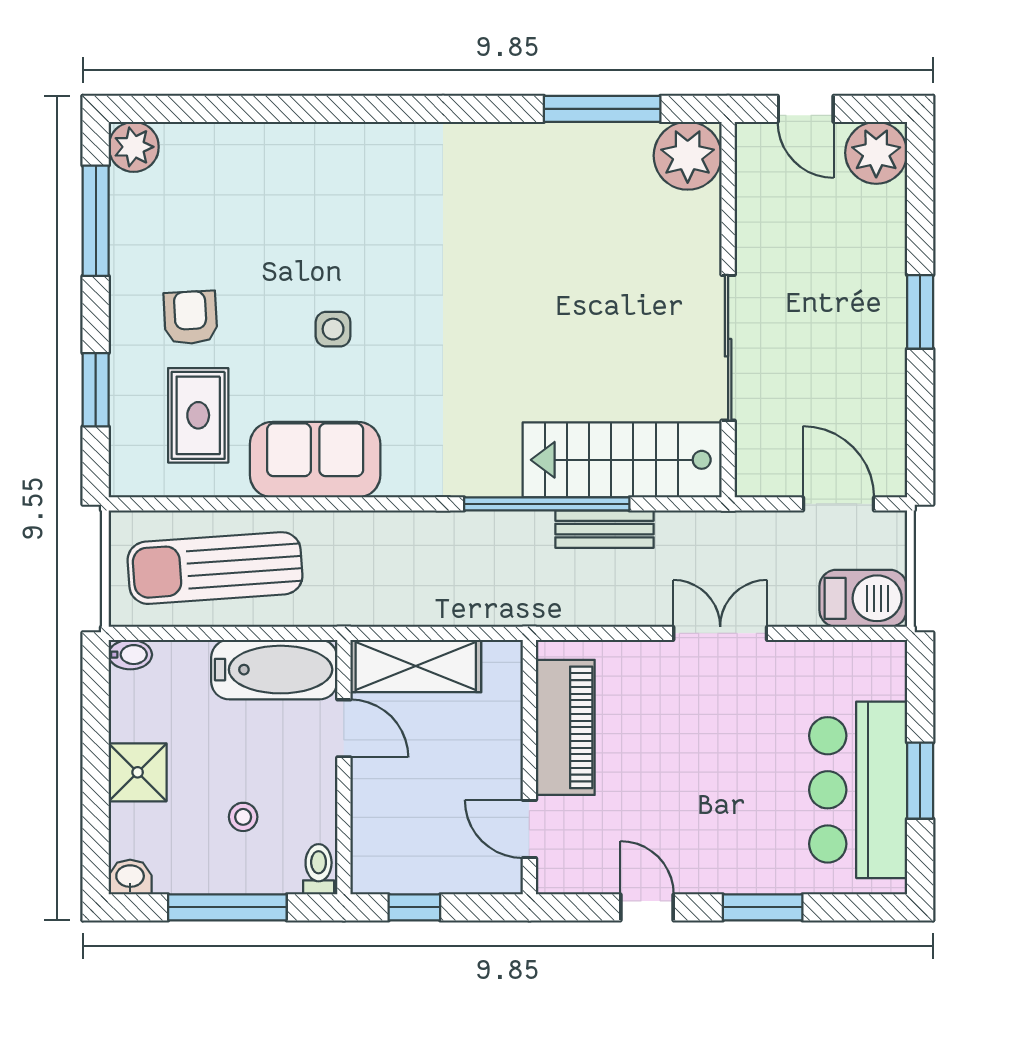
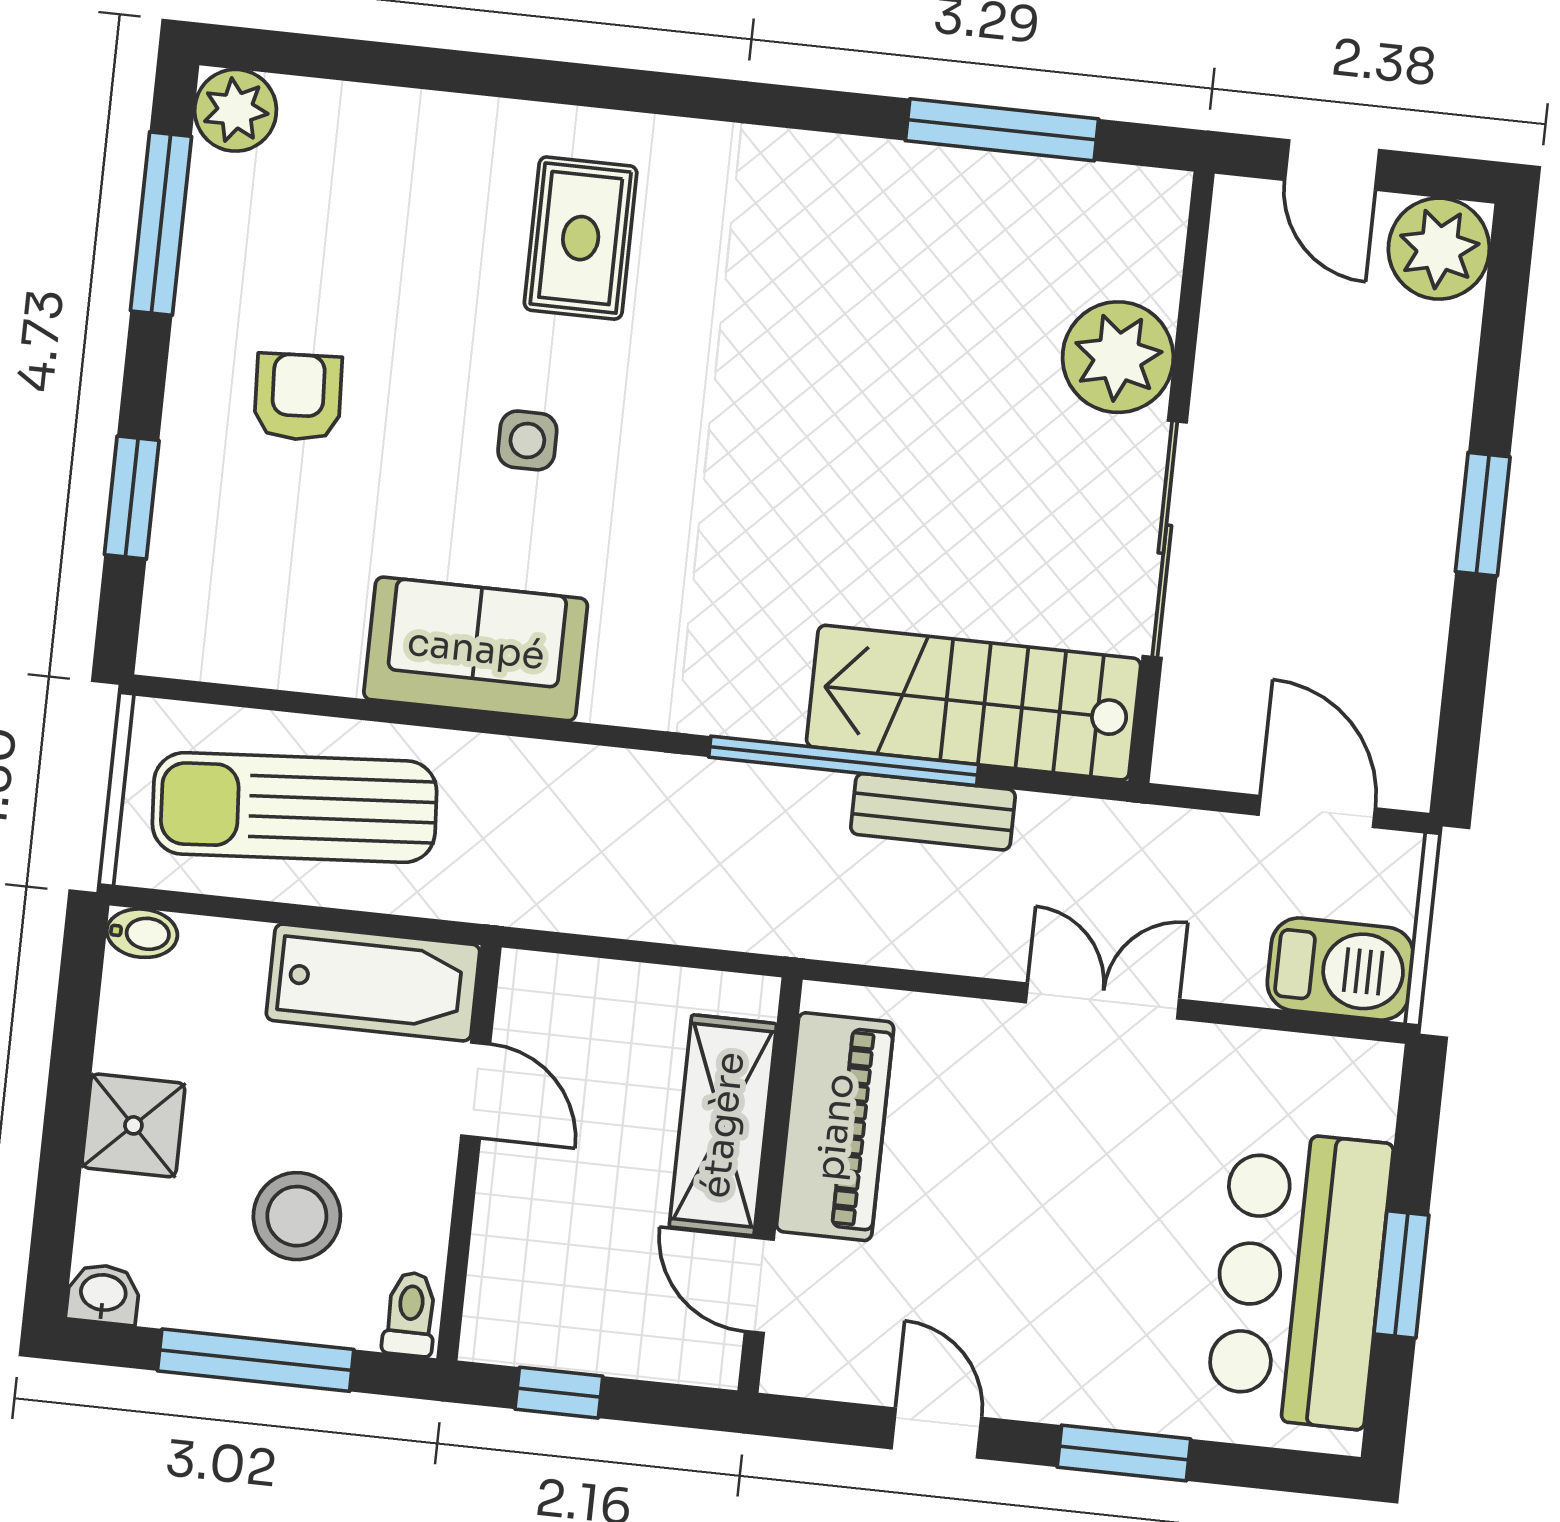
plant: (688, 156) -> (1118, 357), moved
rug: (198, 415) -> (581, 238), moved
shelving: (416, 666) -> (723, 1125), moved, turned 90
stool: (243, 817) -> (297, 1216), width x1.89, depth x1.89

